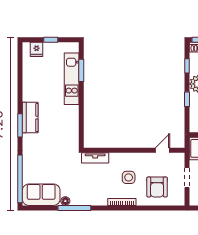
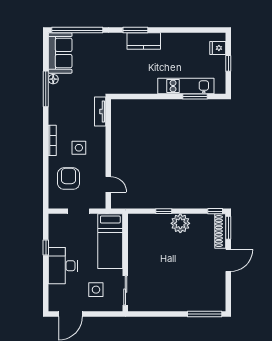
window: (187, 66) -> (215, 211), moved
armchair: (157, 187) -> (69, 179), turned 90

